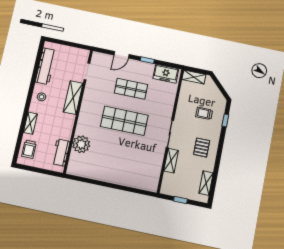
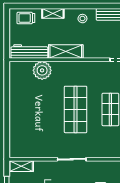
shelving: (73, 98) -> (66, 51), moved
workbench: (61, 153) -> (29, 51), width x1.38
shelving: (171, 161) -> (21, 166), moved

